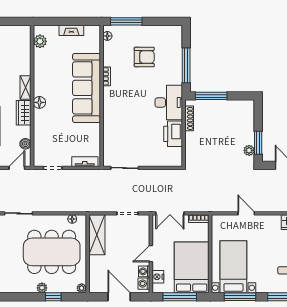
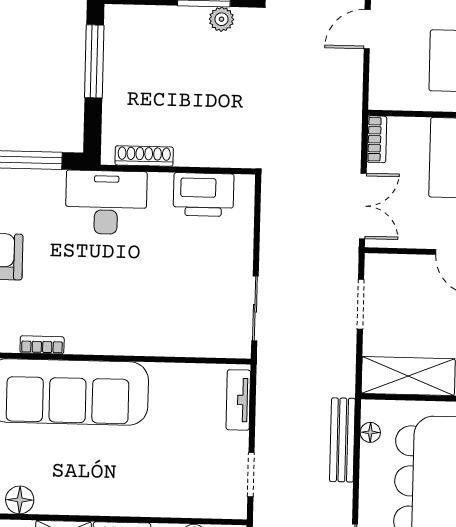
window: (211, 96) -> (94, 61), moved
floor lamp: (39, 102) -> (20, 500), moved
printer: (173, 134) -> (204, 195), moved
bench: (69, 207) -> (342, 440), added

